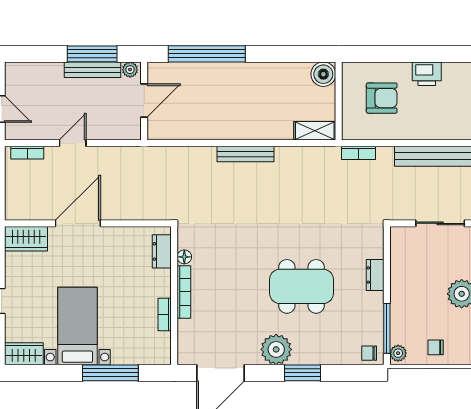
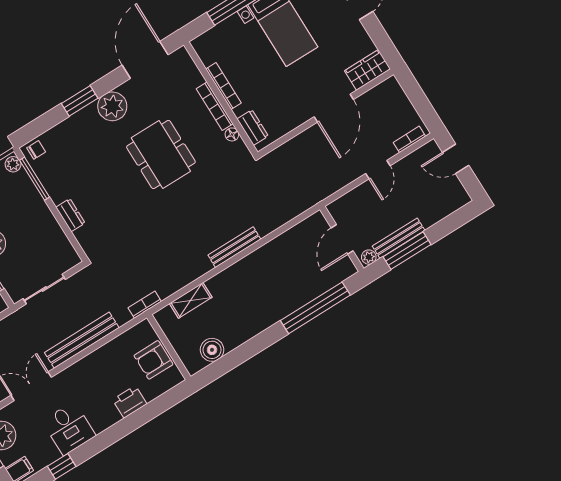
wall: (339, 101) -> (169, 347), moved
dining table: (302, 286) -> (161, 154), moved, turned 90
bookcase: (165, 314) -> (223, 86), width x1.56

